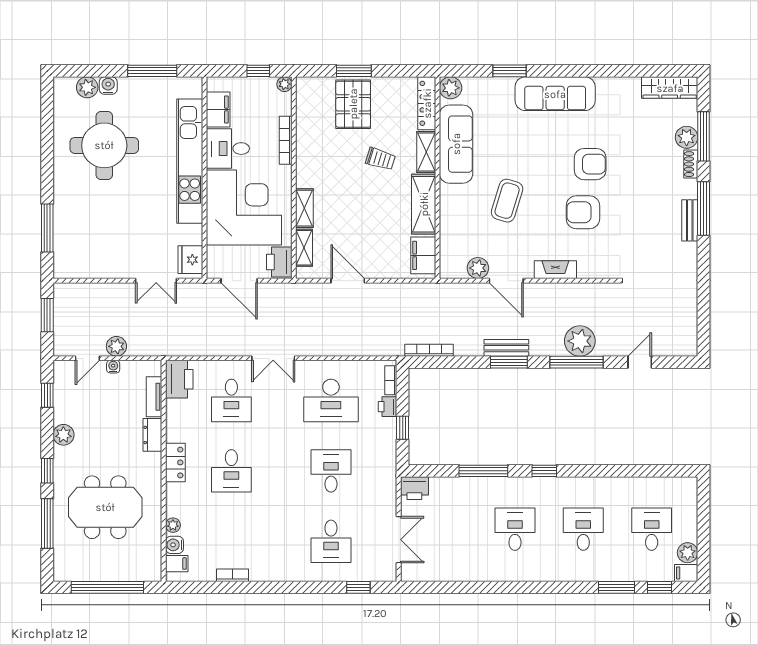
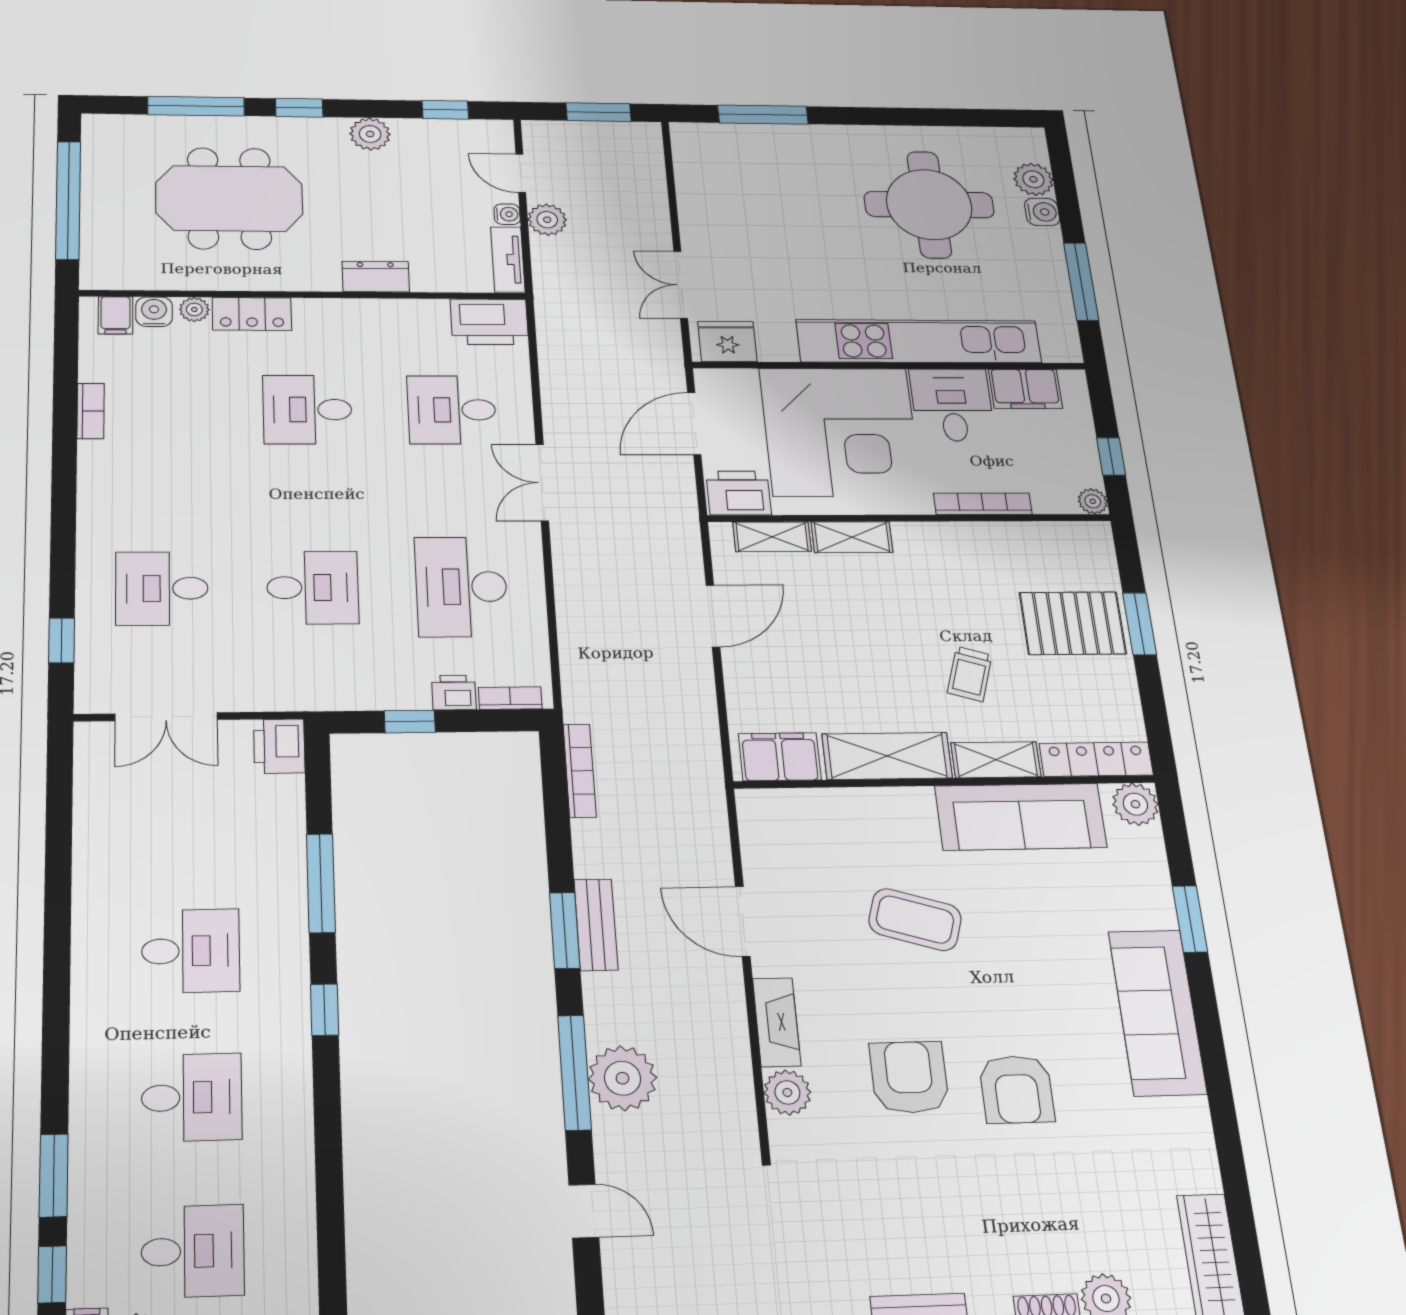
plant: (478, 268) -> (787, 1092), moved
door: (506, 281) -> (743, 922), hinge flipped
tv unit: (154, 397) -> (508, 259), moved, turned -90
locker: (175, 462) -> (252, 314), moved
meeting table: (105, 507) -> (229, 198), turned 90

